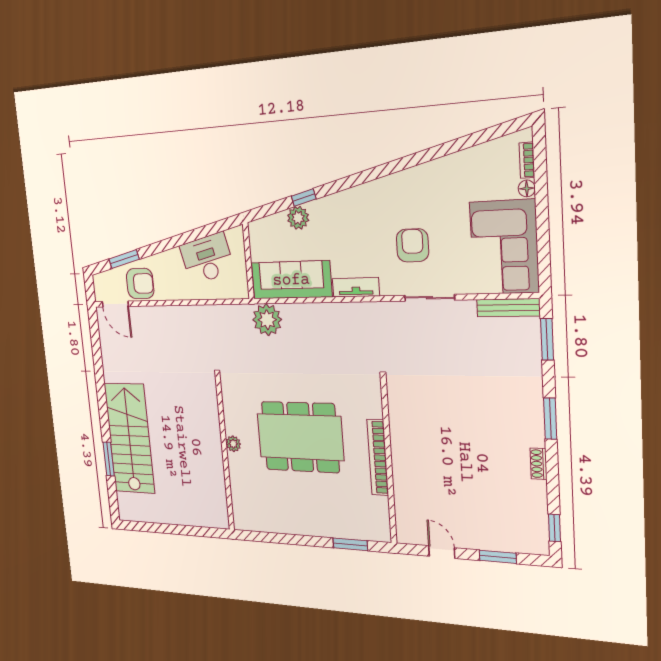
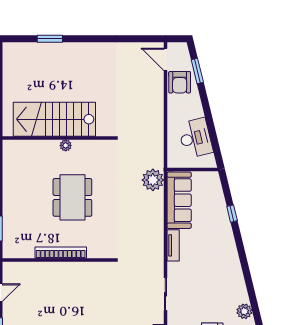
plant: (298, 218) -> (244, 311), moved
armchair: (412, 245) -> (198, 285), removed
door: (115, 304) -> (165, 59), hinge flipped
dining table: (300, 437) -> (72, 197), width x0.73, depth x0.80
stairs: (129, 438) -> (54, 119), moved, turned 180

